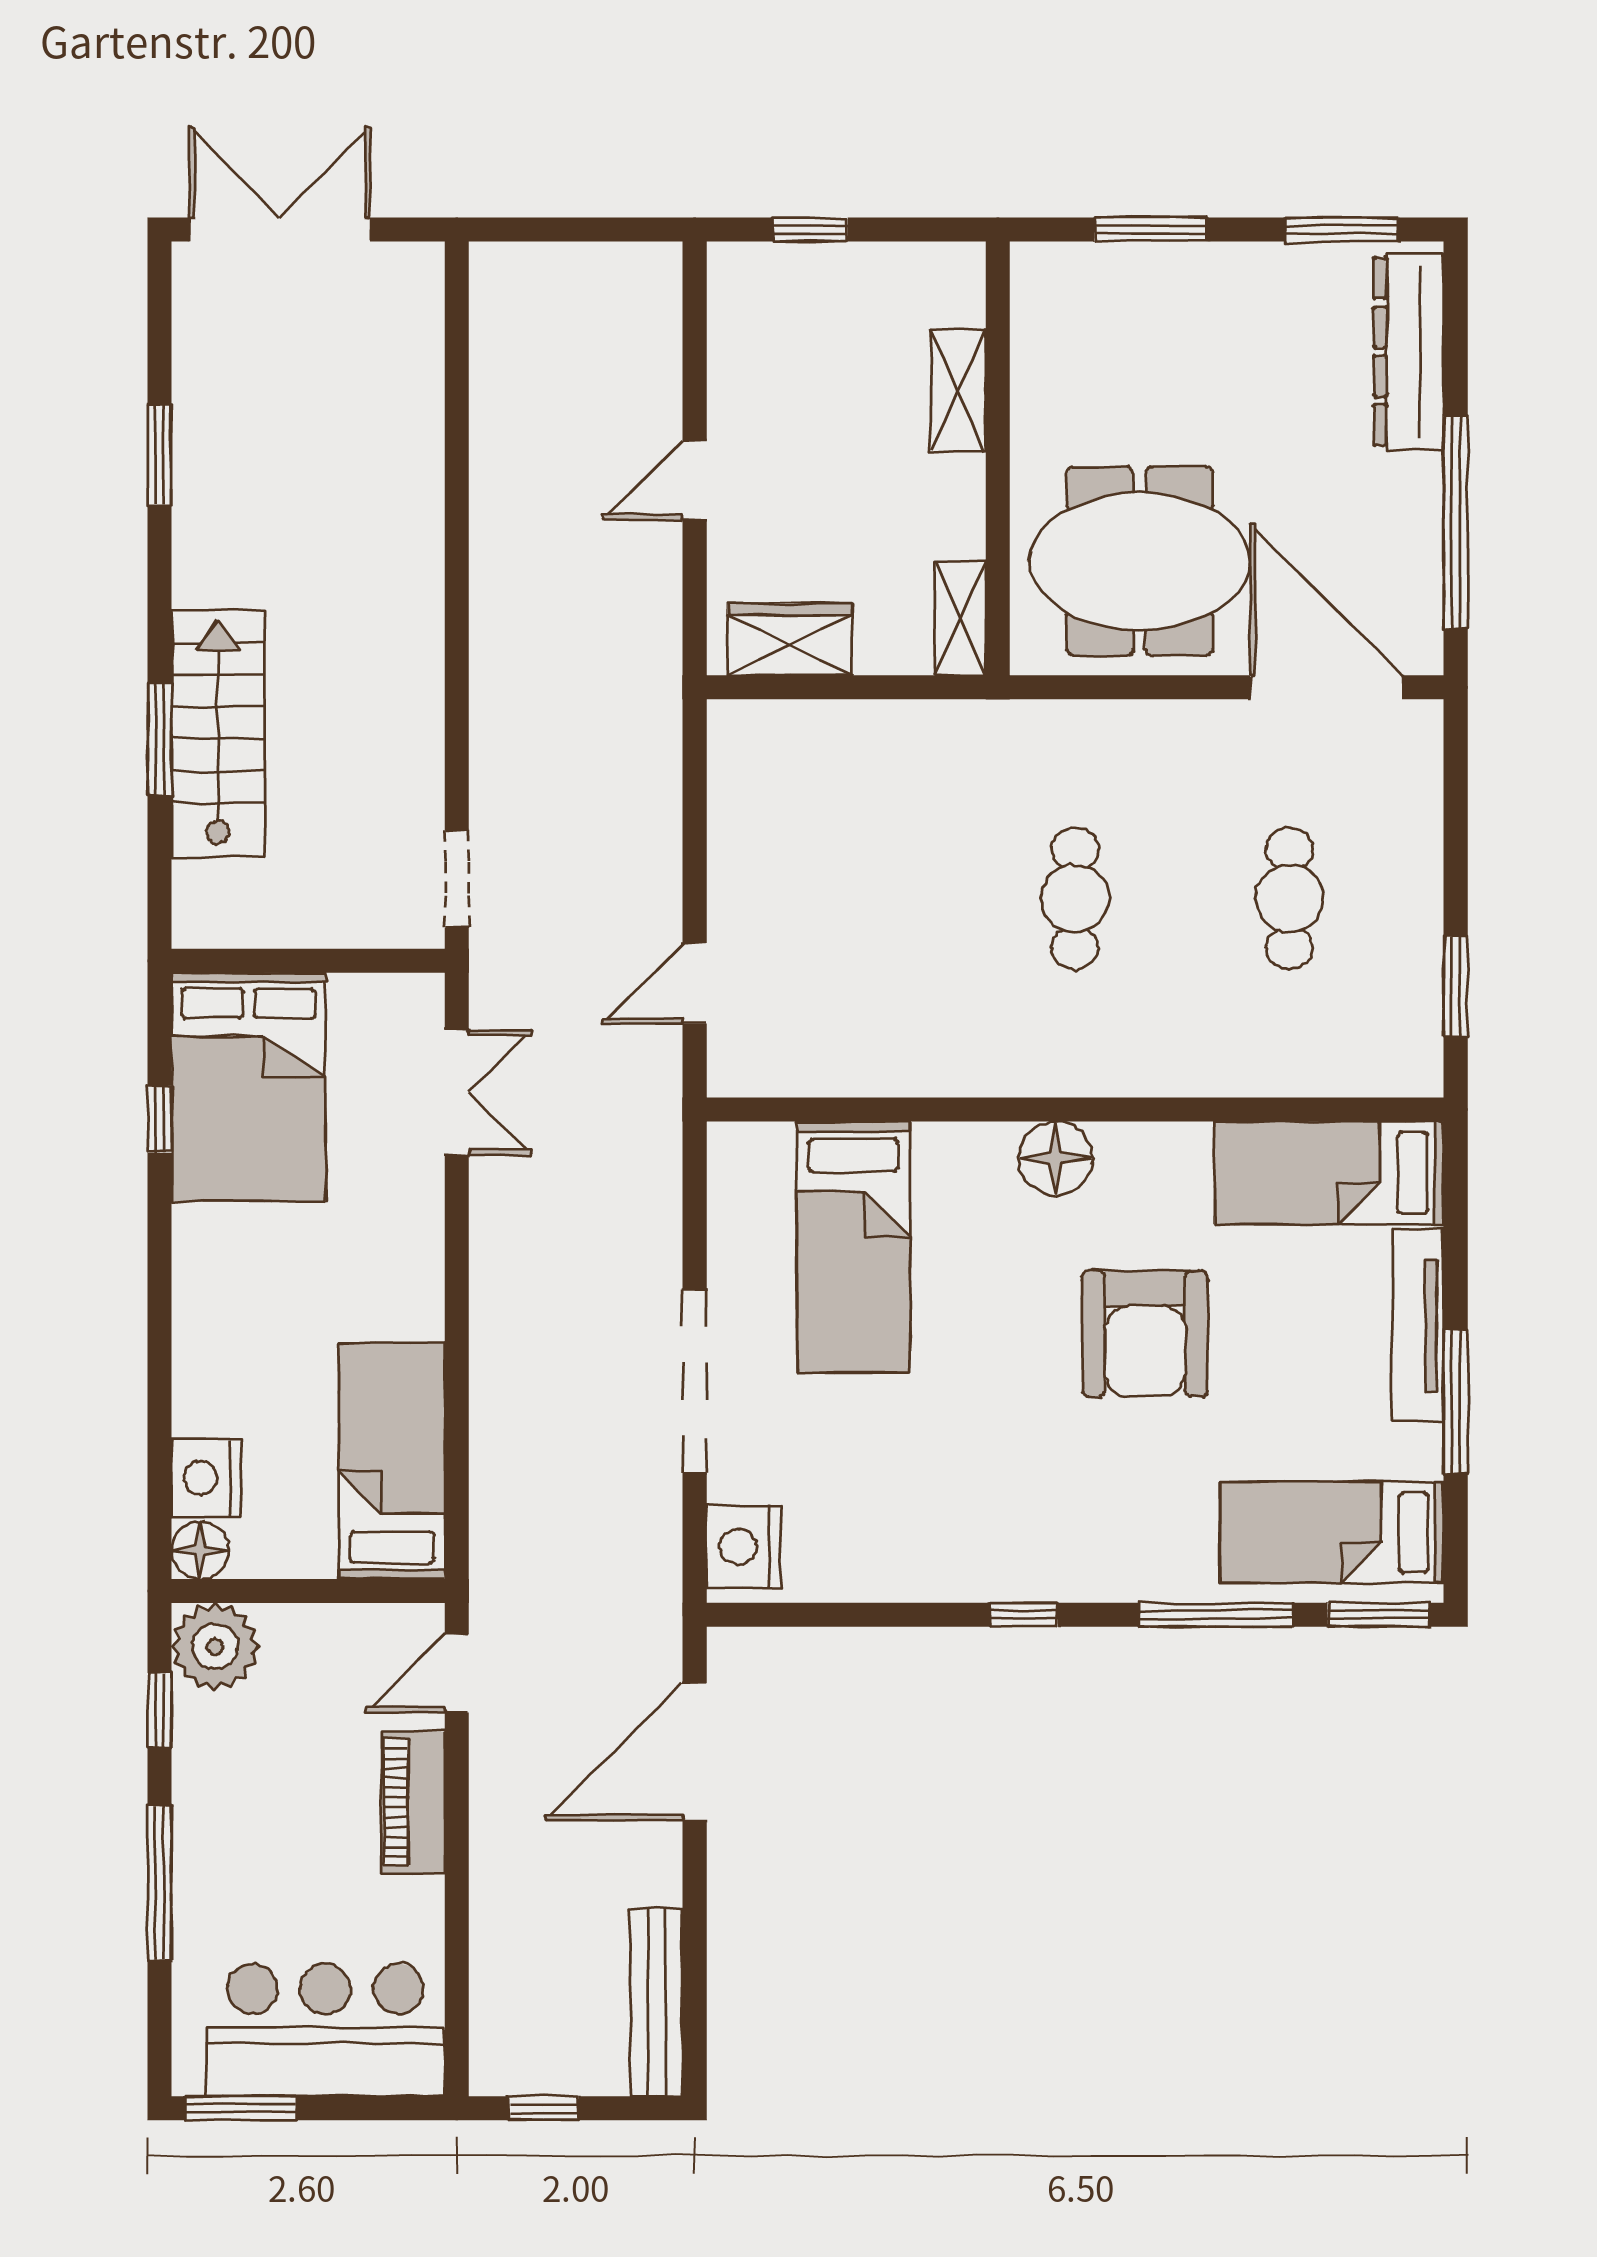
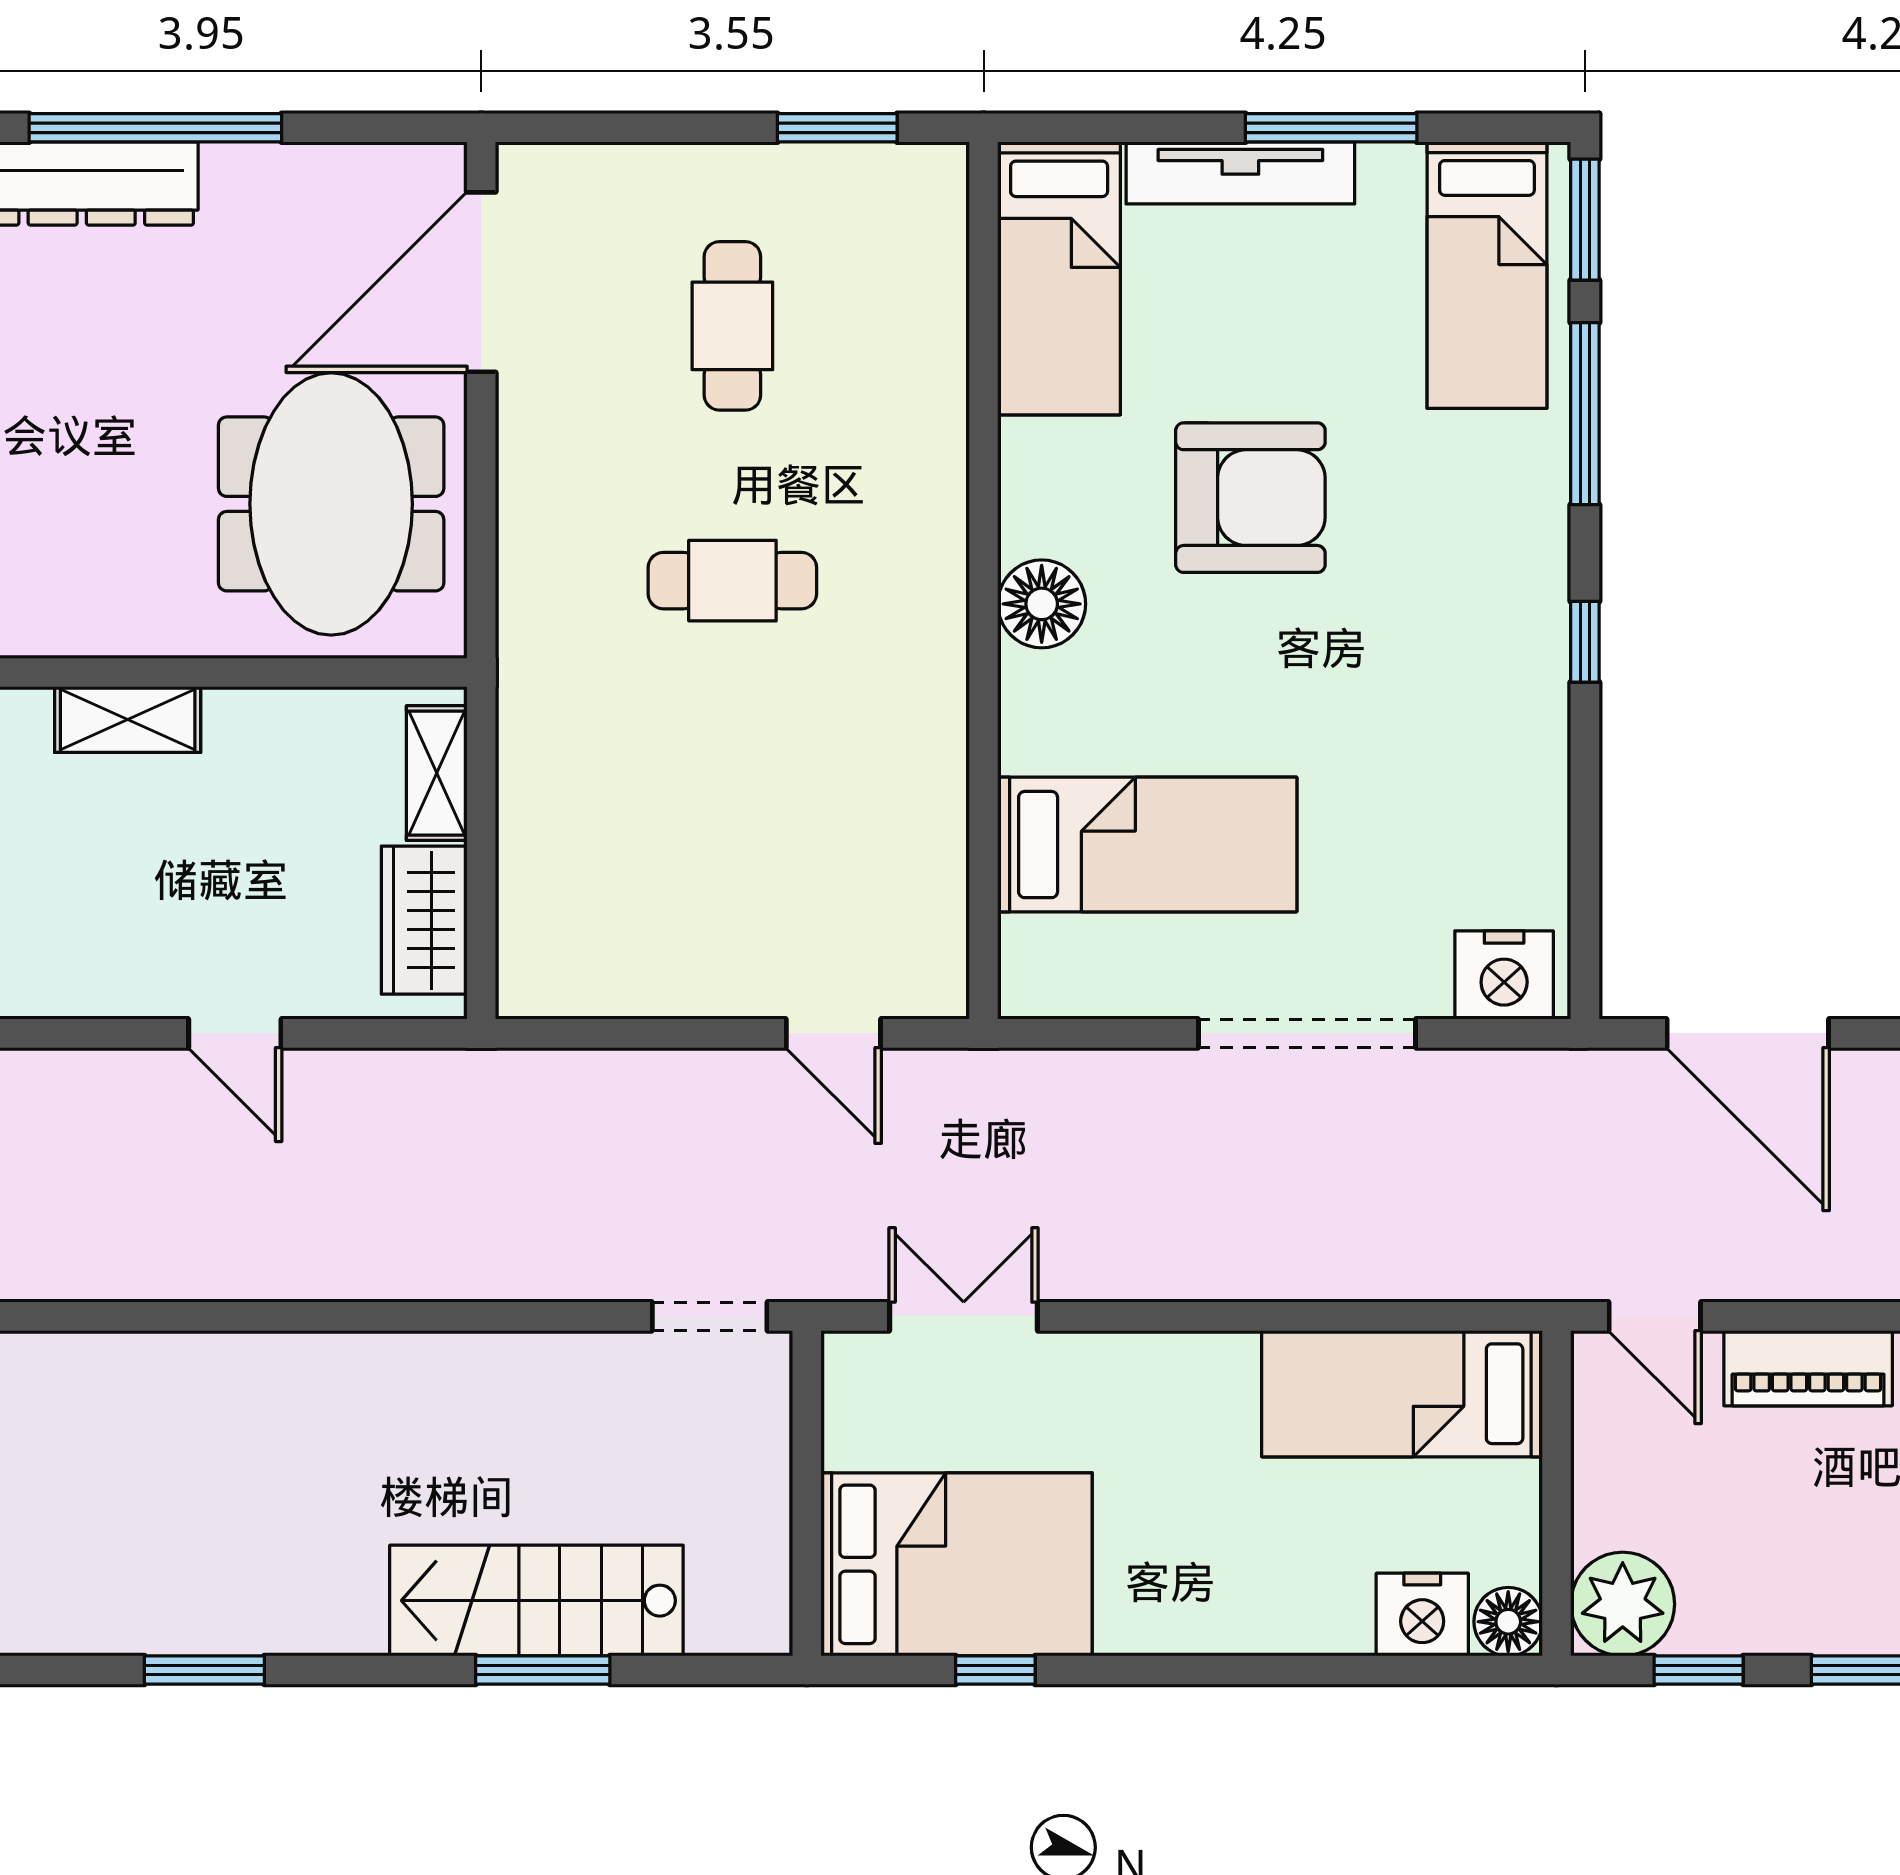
window: (1456, 523) -> (155, 128), moved
shelving: (960, 619) -> (437, 773), moved, turned 90
cafe table: (1289, 898) -> (732, 326), turned 90

